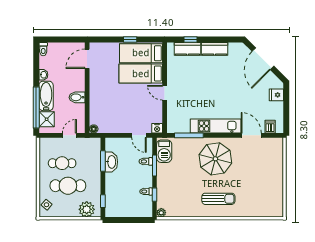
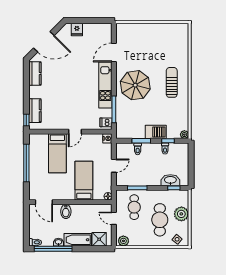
window: (130, 40) -> (26, 163), width x3.17
window: (190, 40) -> (26, 120), moved
kitchen counter: (215, 49) -> (35, 74), moved
bed: (141, 53) -> (84, 181), moved, turned 180
bidet: (77, 97) -> (66, 211), moved
window: (36, 107) -> (53, 249), moved
dishwasher: (270, 127) -> (106, 122), moved
door: (139, 135) -> (114, 166), moved
plant: (45, 146) -> (123, 241), added
barbecue: (164, 151) -> (156, 132), moved
washbasin: (111, 162) -> (170, 180), moved
cafe table: (62, 163) -> (134, 207), moved
plant: (87, 209) -> (181, 214), moved

